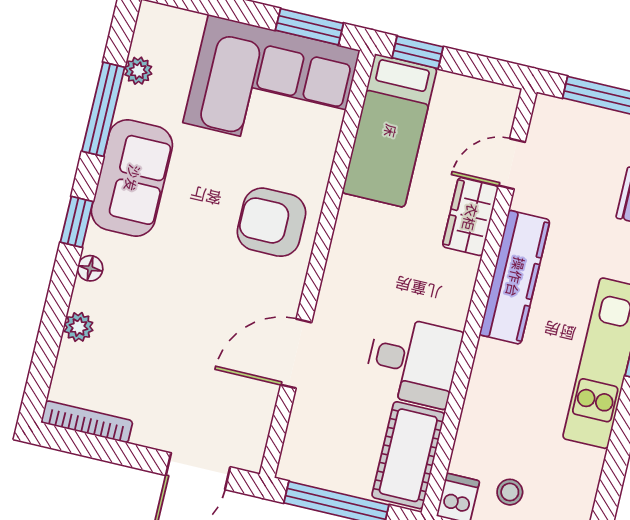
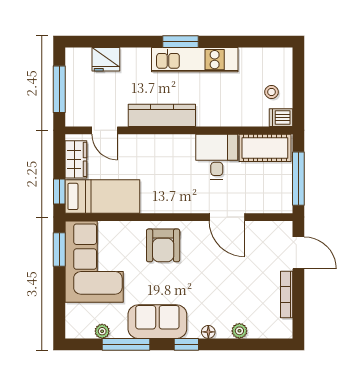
wardrobe: (470, 217) -> (76, 159), moved, turned -90
bookcase: (87, 422) -> (287, 294), moved

